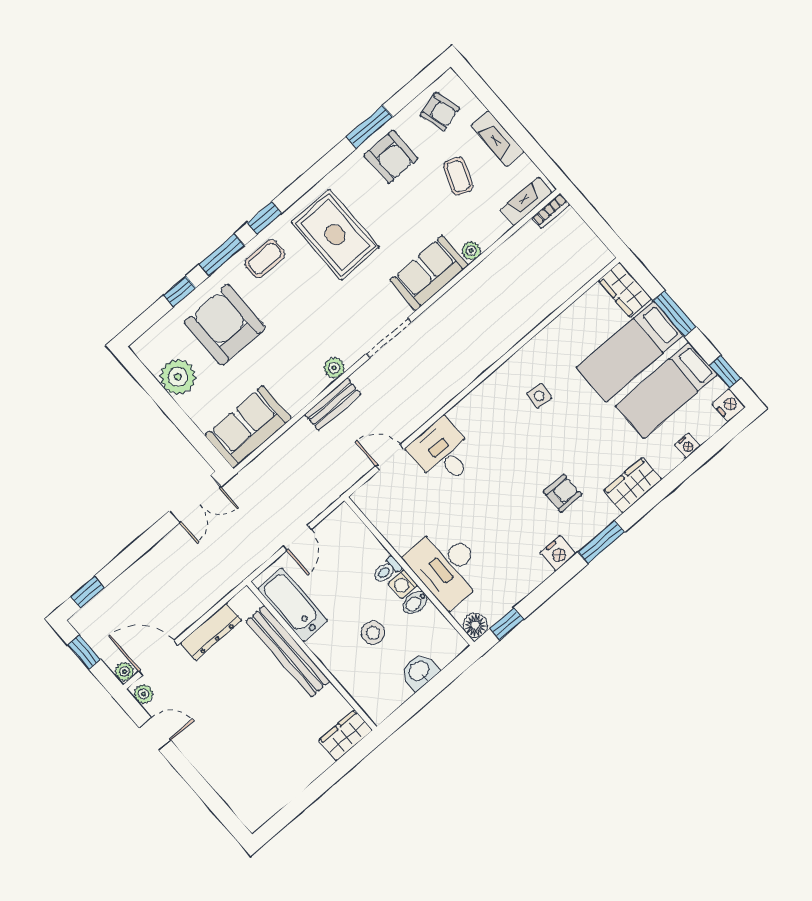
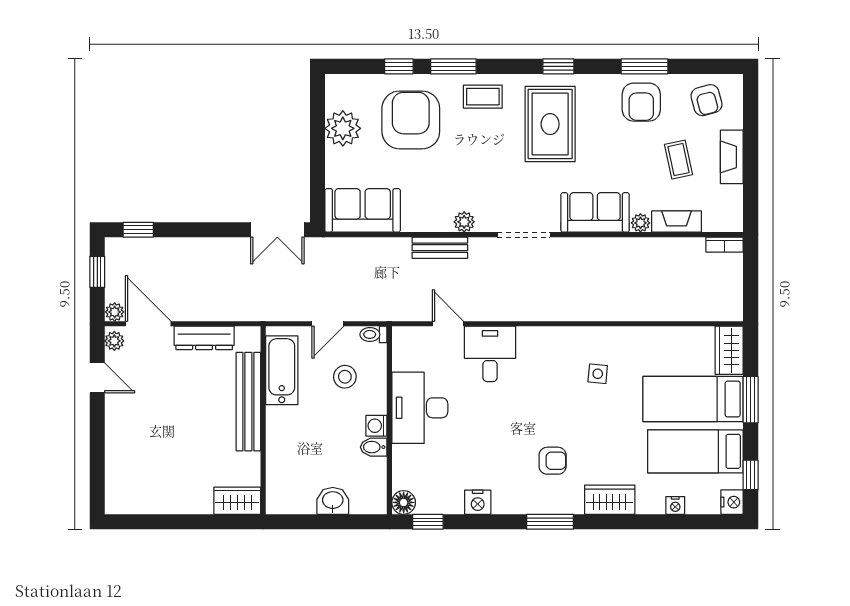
coffee table: (458, 176) -> (679, 160), turned -33
fireplace: (526, 201) -> (677, 222), moved
window: (264, 218) -> (558, 66), moved
nightstand: (558, 553) -> (478, 502), moved
desk: (446, 566) -> (420, 408), moved
toilet: (387, 570) -> (373, 334), moved
stool: (373, 633) -> (345, 377), moved

